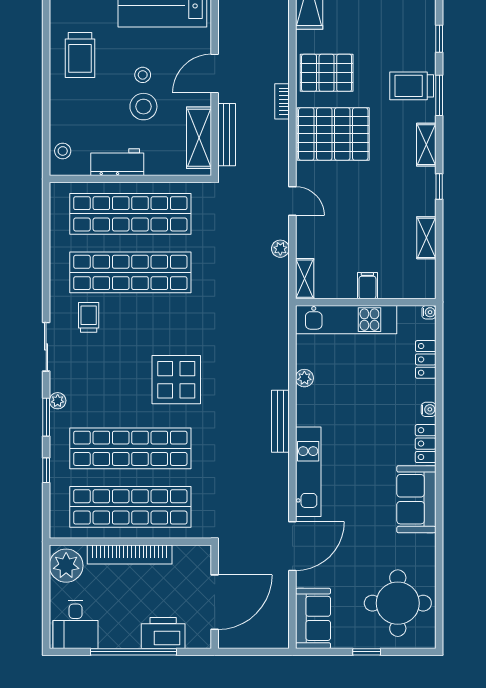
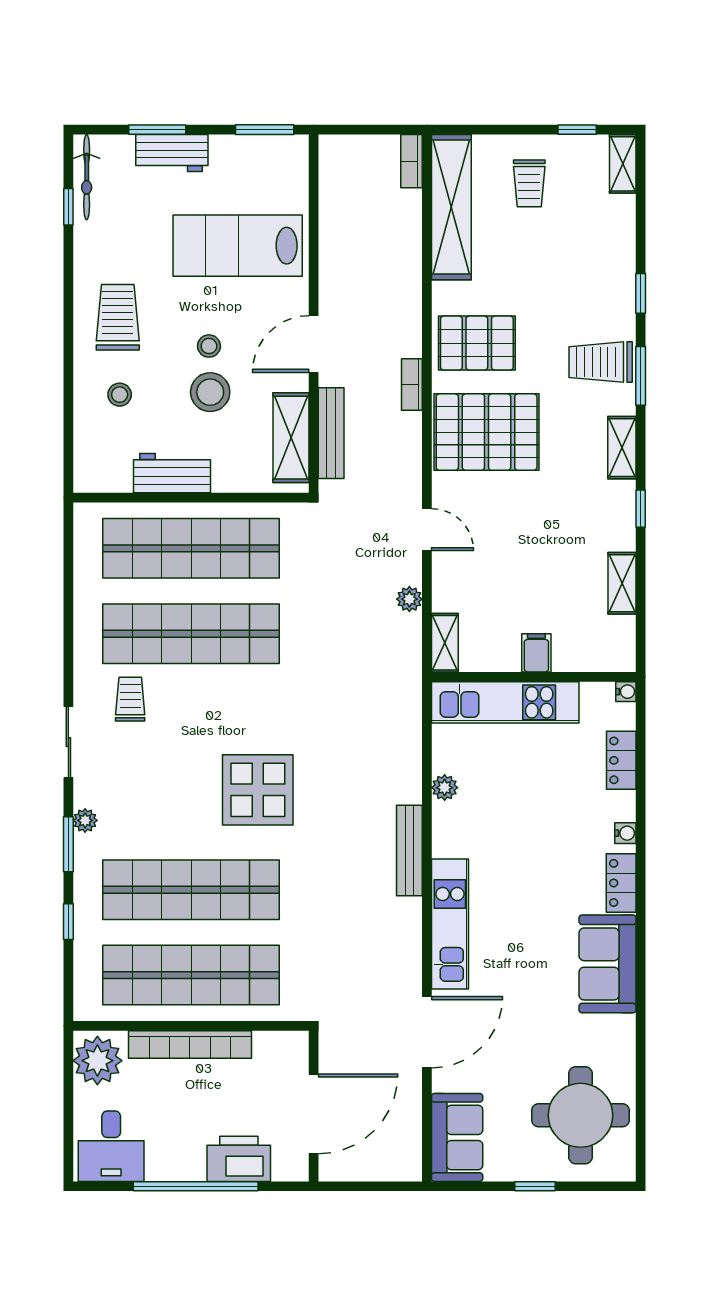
trolley: (80, 55) -> (118, 317), turned 180
stool: (63, 151) -> (120, 395), moved

